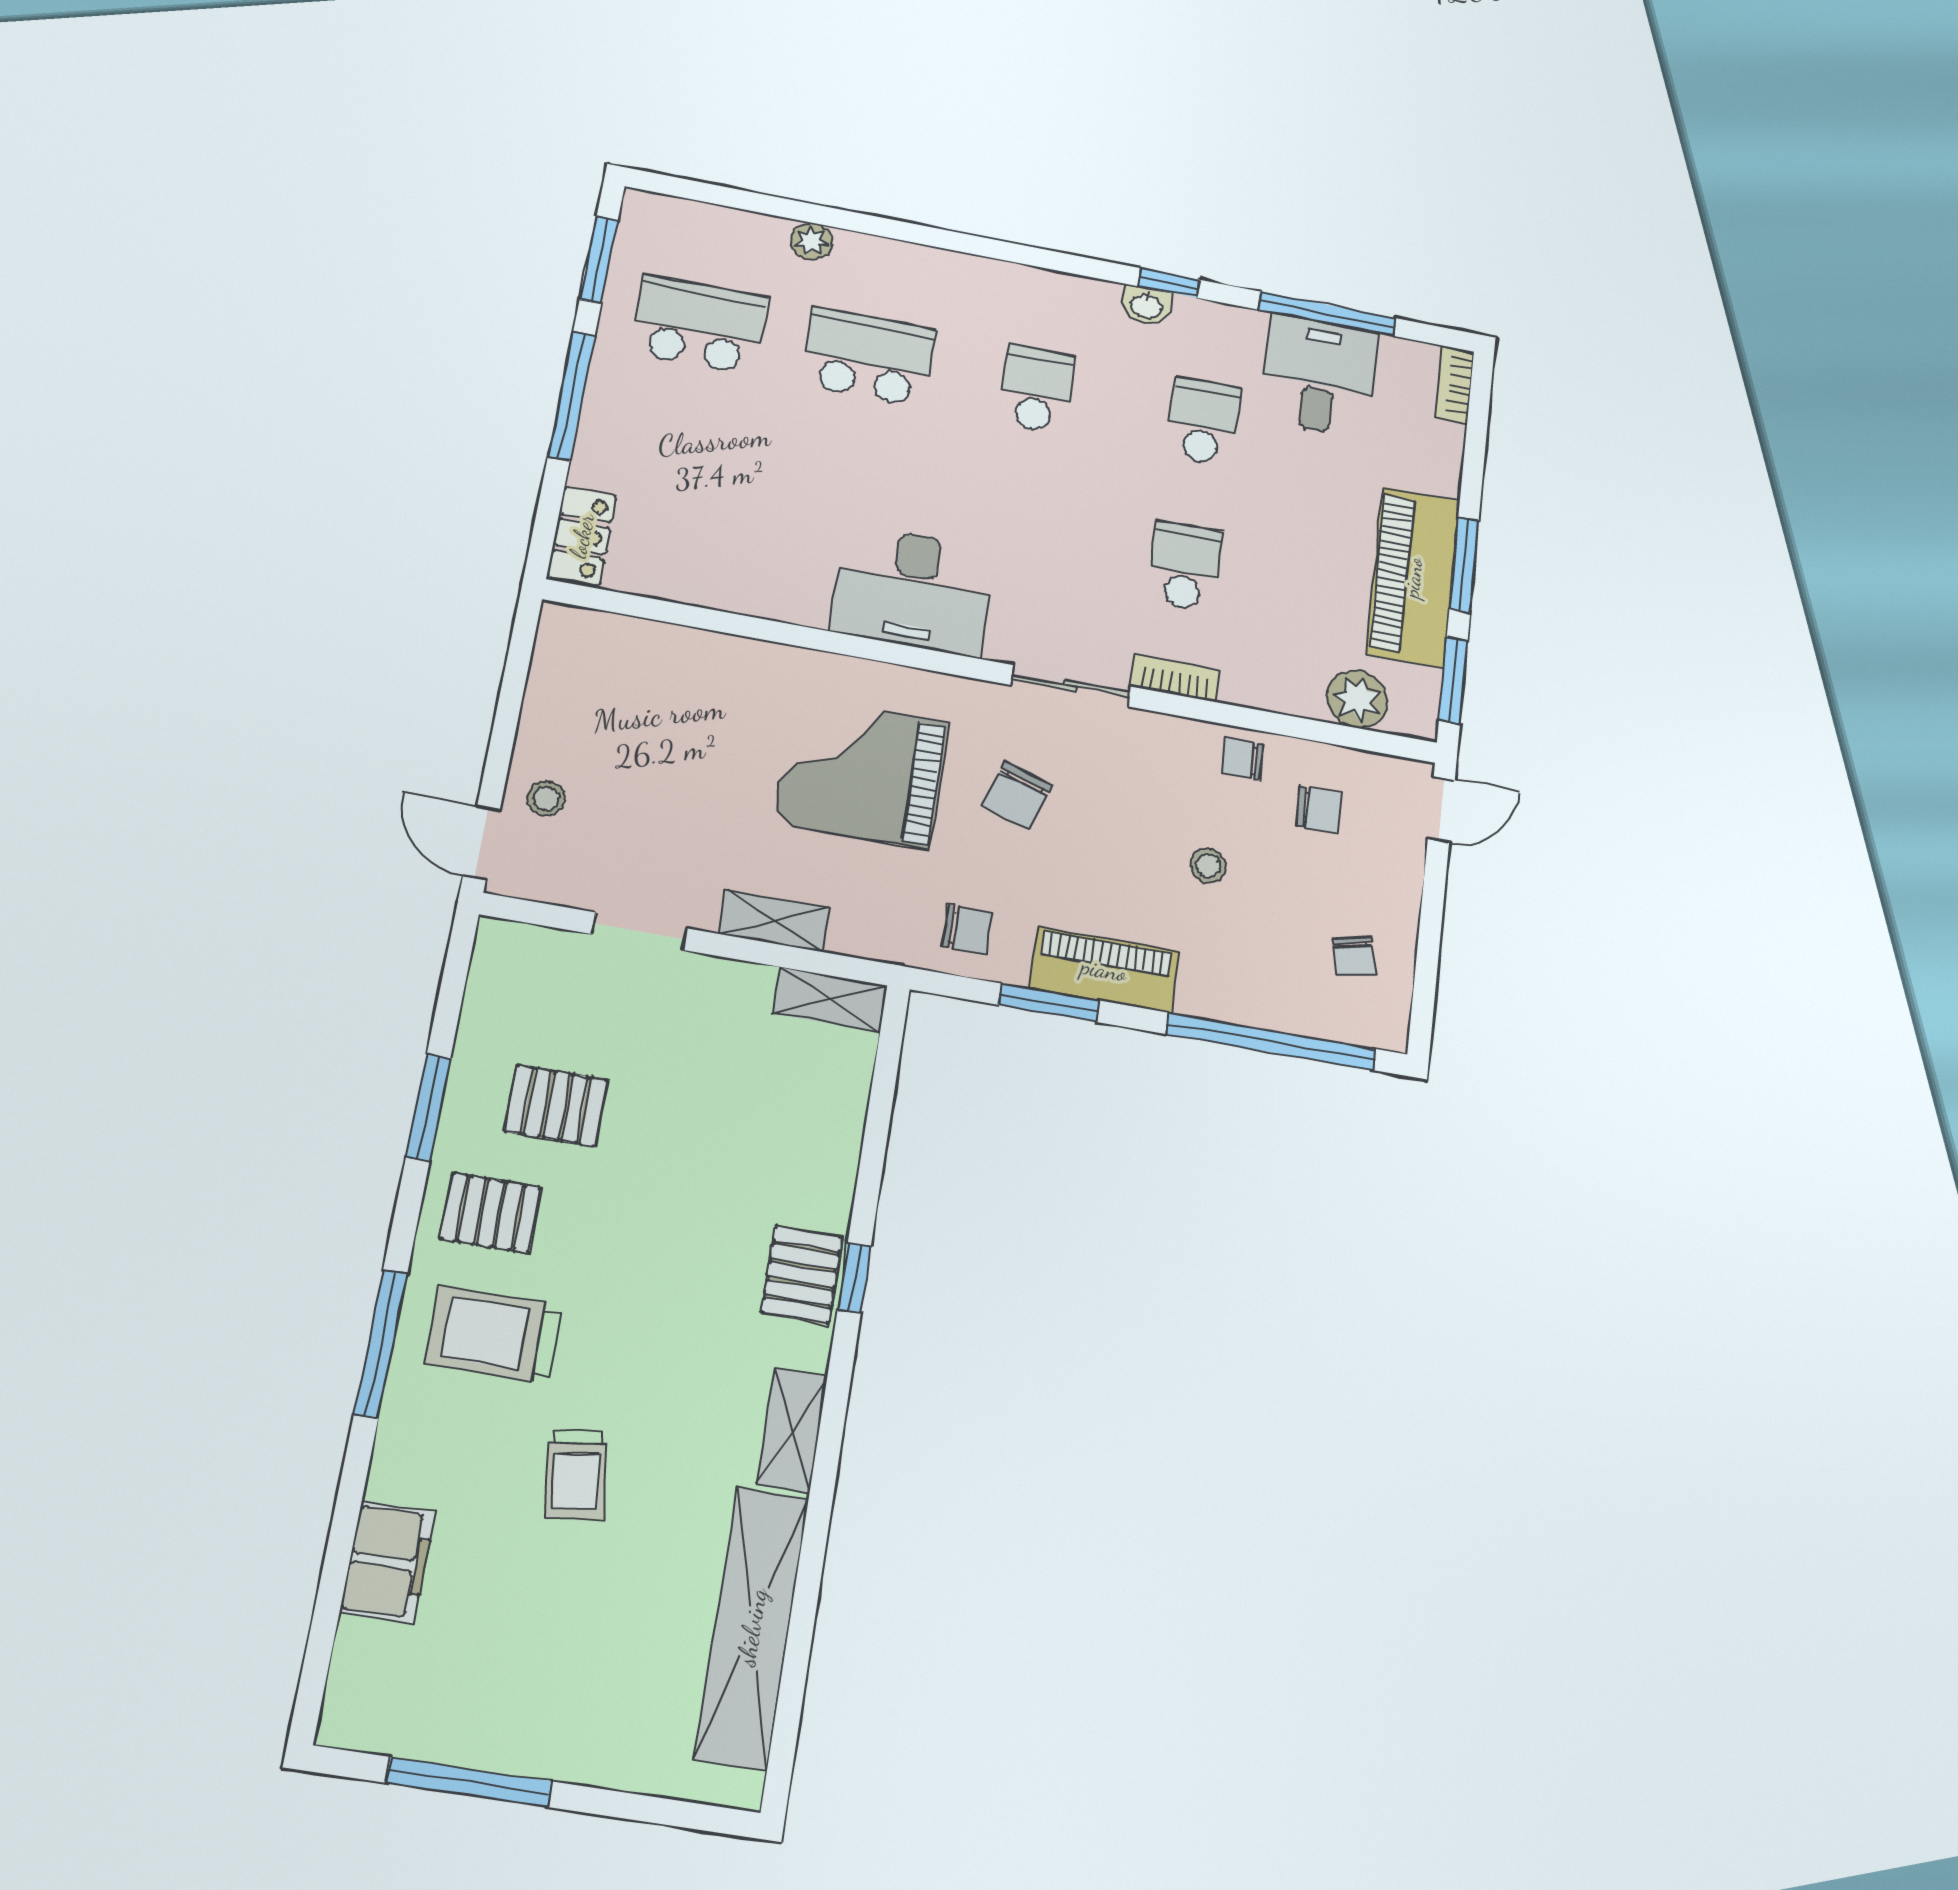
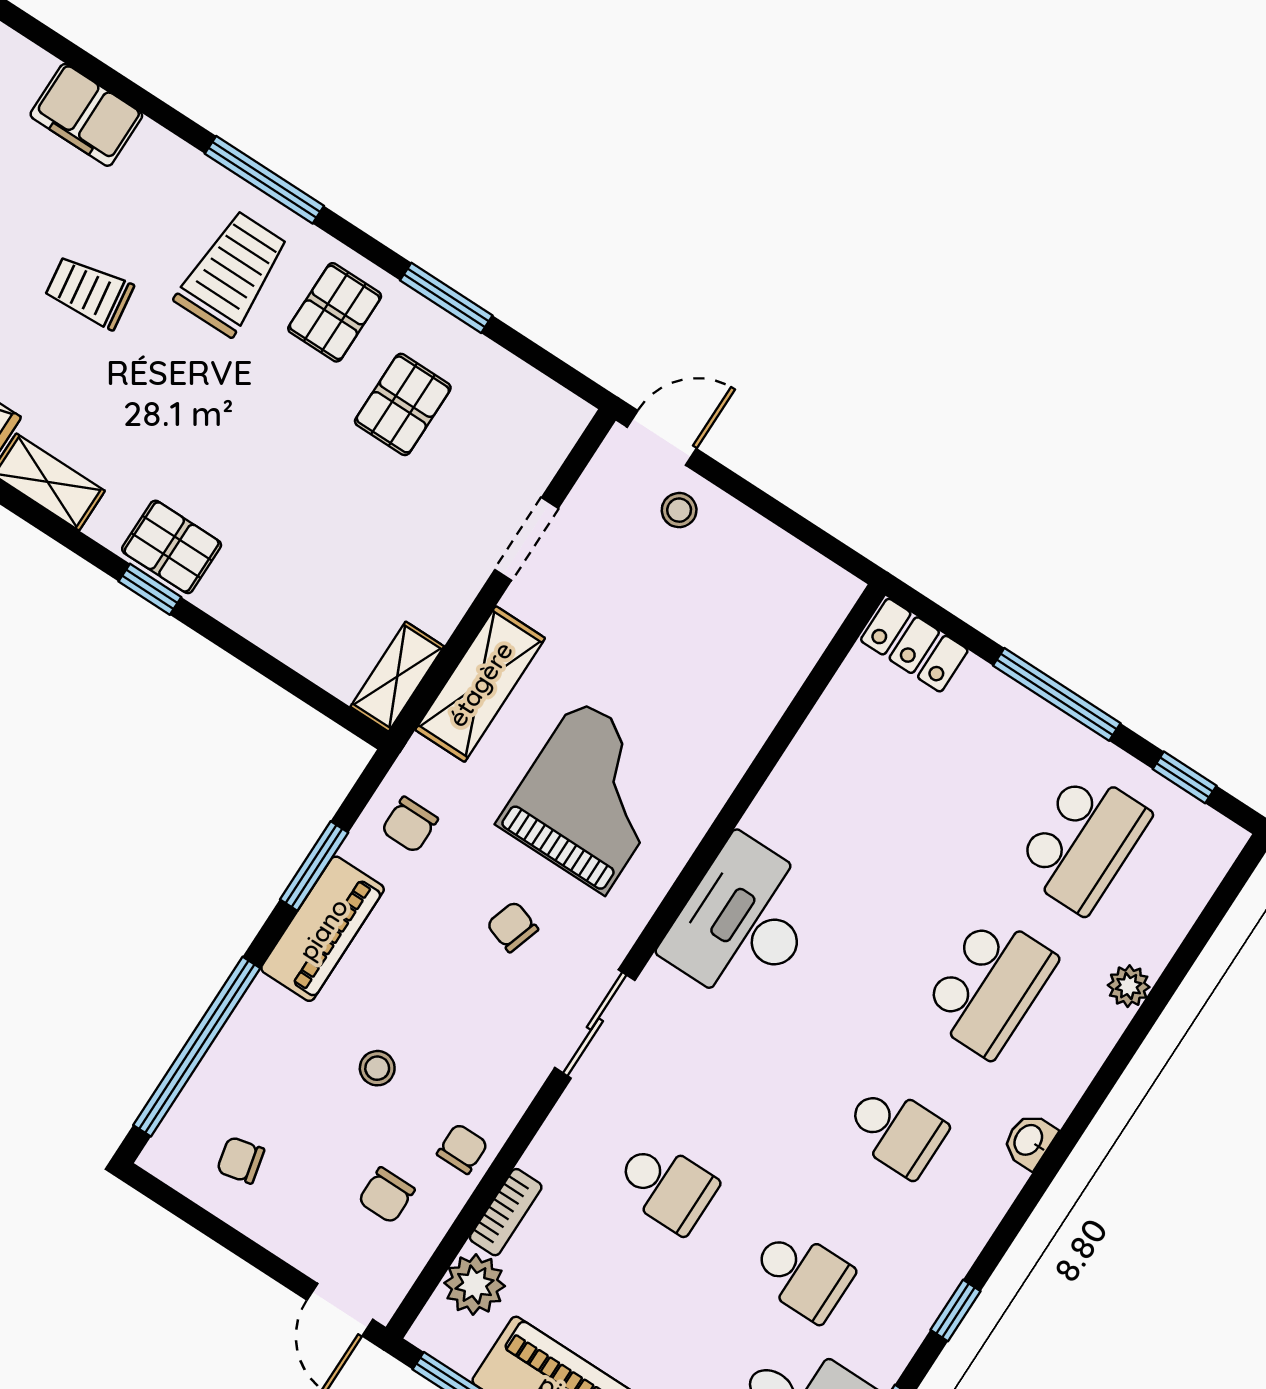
window: (599, 260) -> (1185, 777), width x0.67
washbasin: (1146, 306) -> (1029, 1141), moved
bookcase: (1176, 678) -> (506, 1212), moved
chair: (1017, 795) -> (512, 927), width x0.73, depth x0.73
shelving: (774, 921) -> (480, 684), width x1.50, depth x1.33

